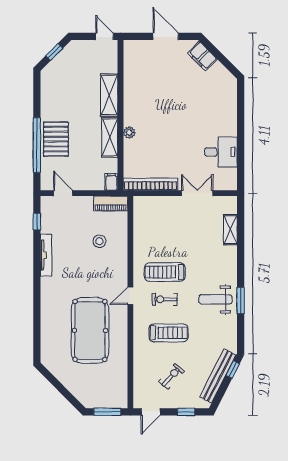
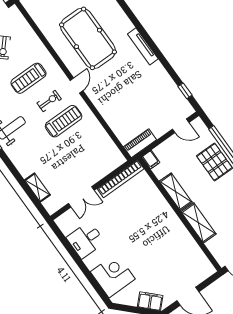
corner desk: (219, 103) -> (113, 275), added
plant: (129, 133) -> (164, 206), removed
stool: (99, 241) -> (128, 109), removed
tv unit: (46, 255) -> (143, 46), moved

